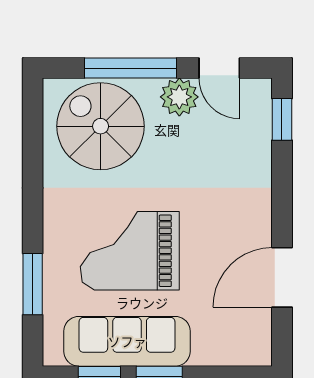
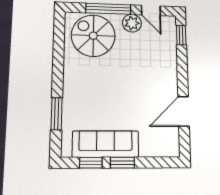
grand piano: (130, 251) -> (107, 97), removed

